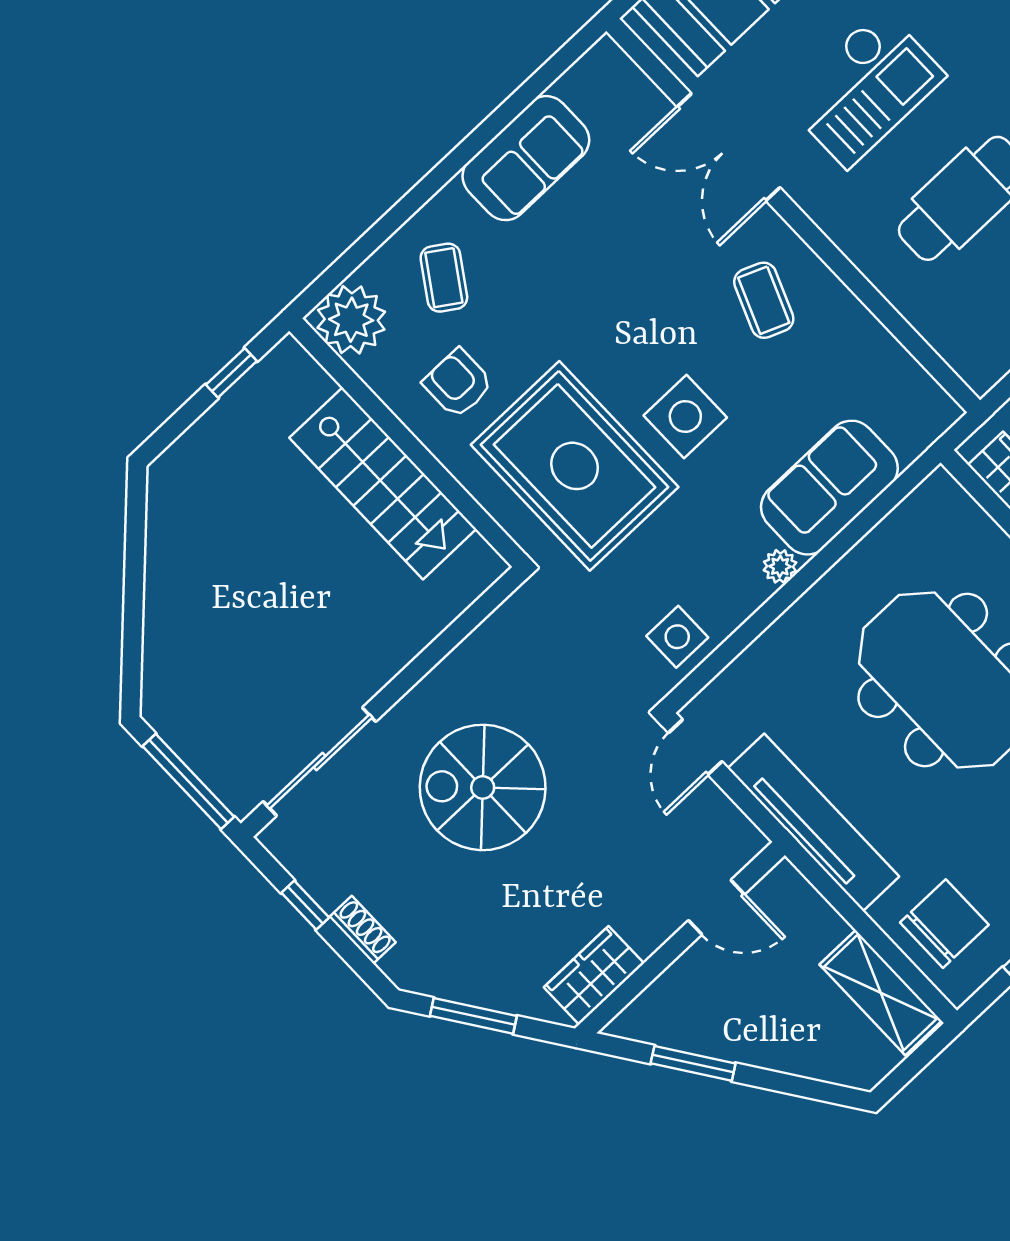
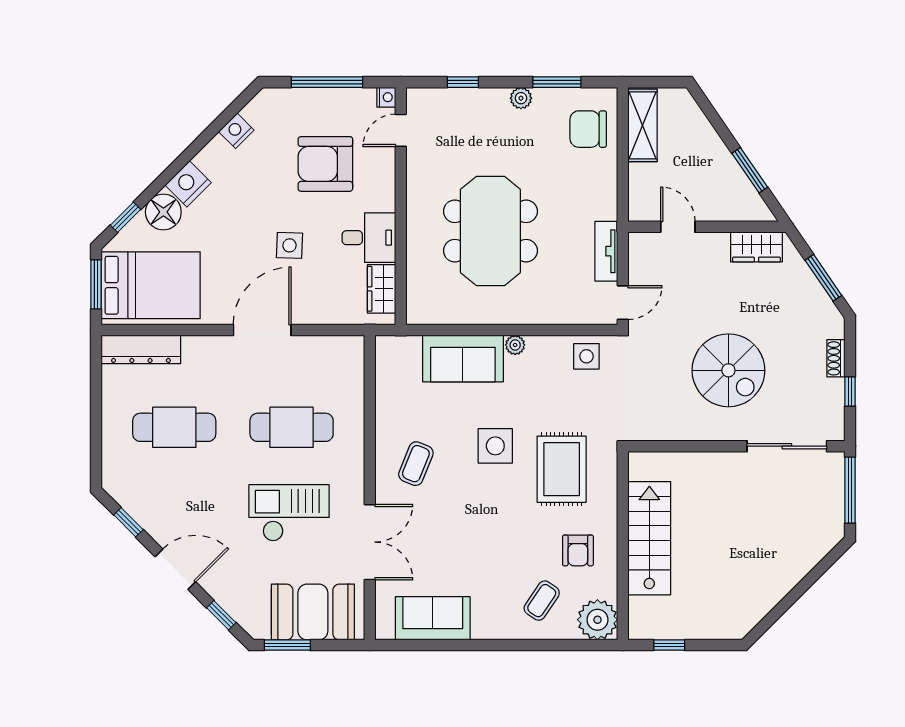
sofa: (526, 158) -> (433, 618), moved
rug: (575, 466) -> (562, 469), width x0.73, depth x0.69
tv unit: (813, 822) -> (606, 251), width x0.52, depth x0.78

